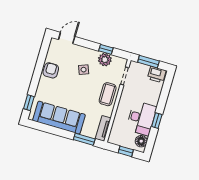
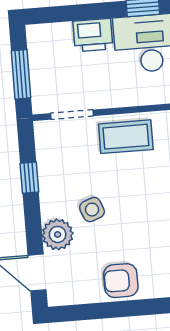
plant: (105, 60) -> (58, 234), moved
printer: (157, 75) -> (93, 35), moved, turned 90

